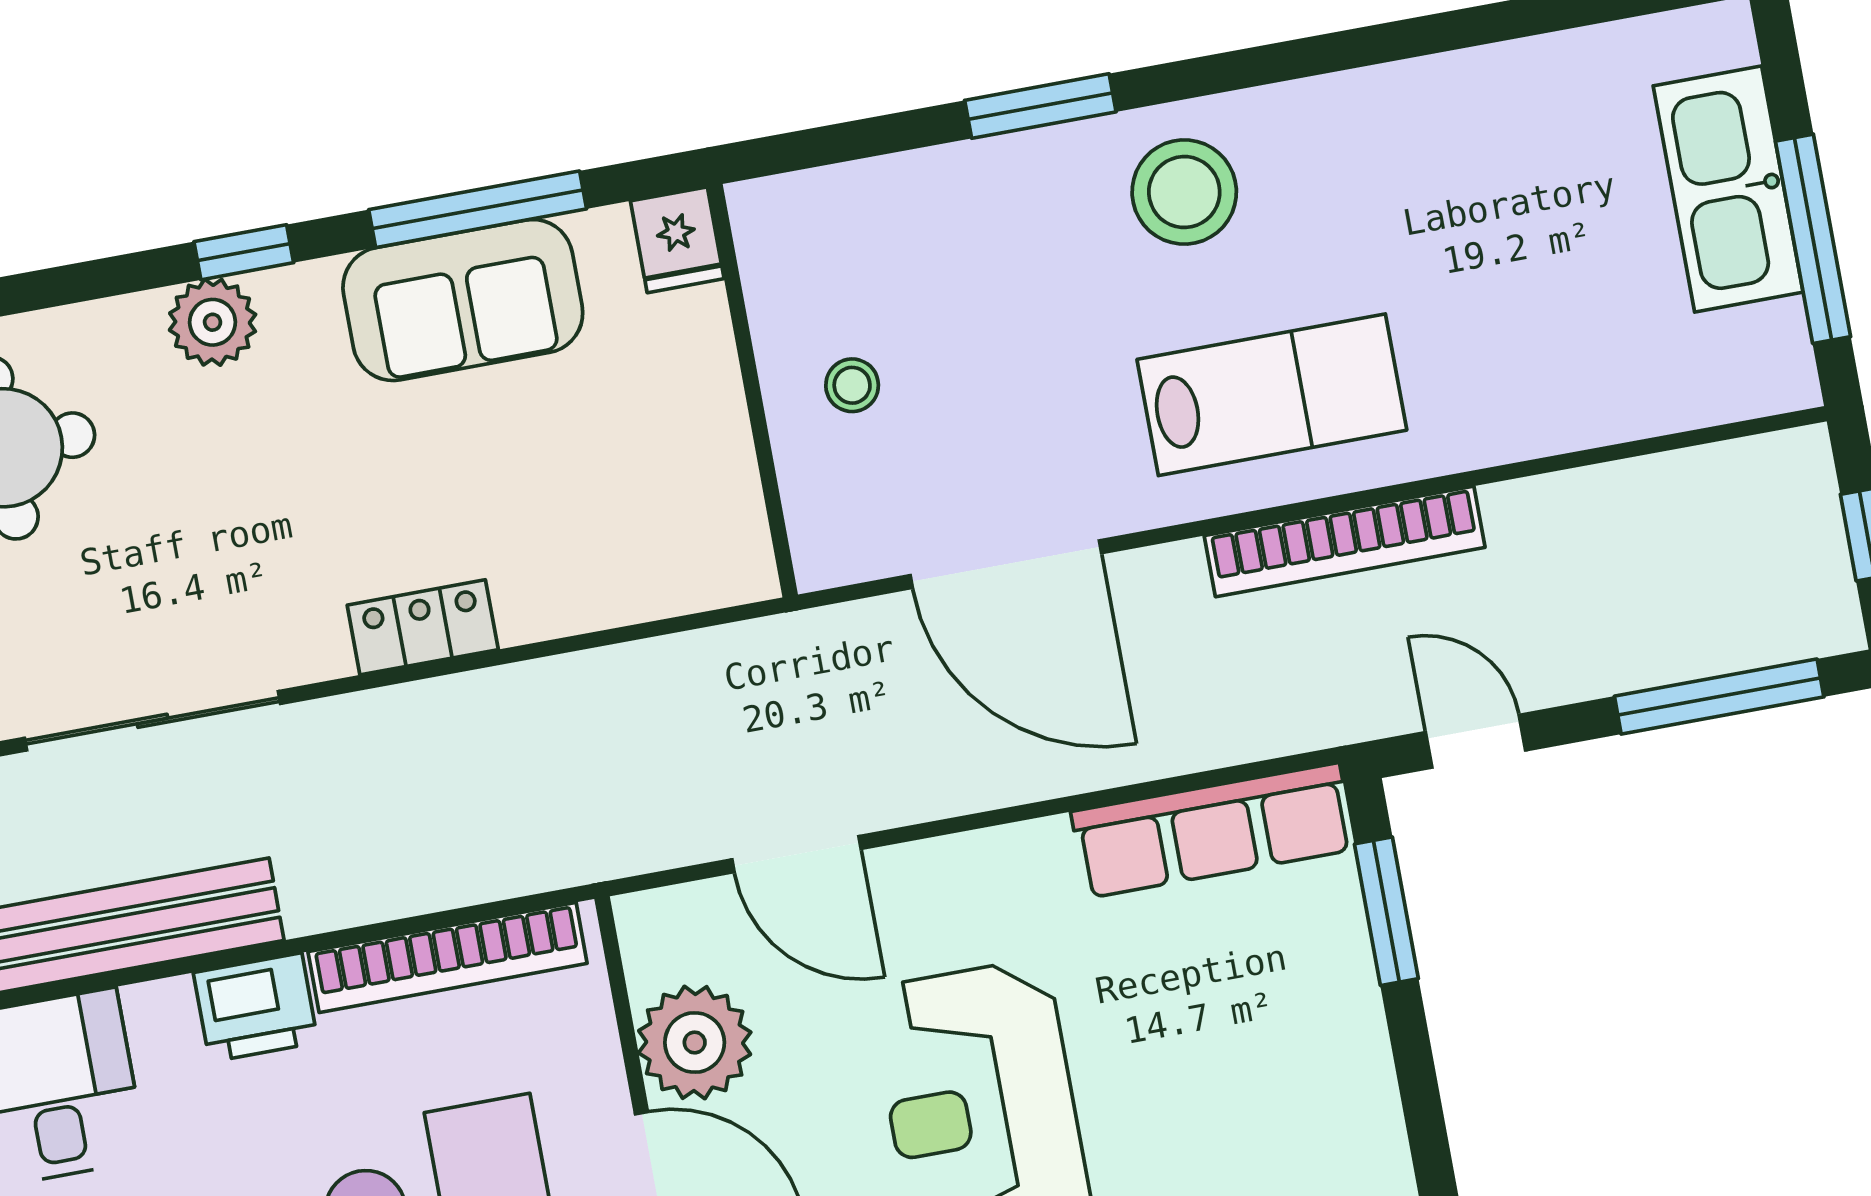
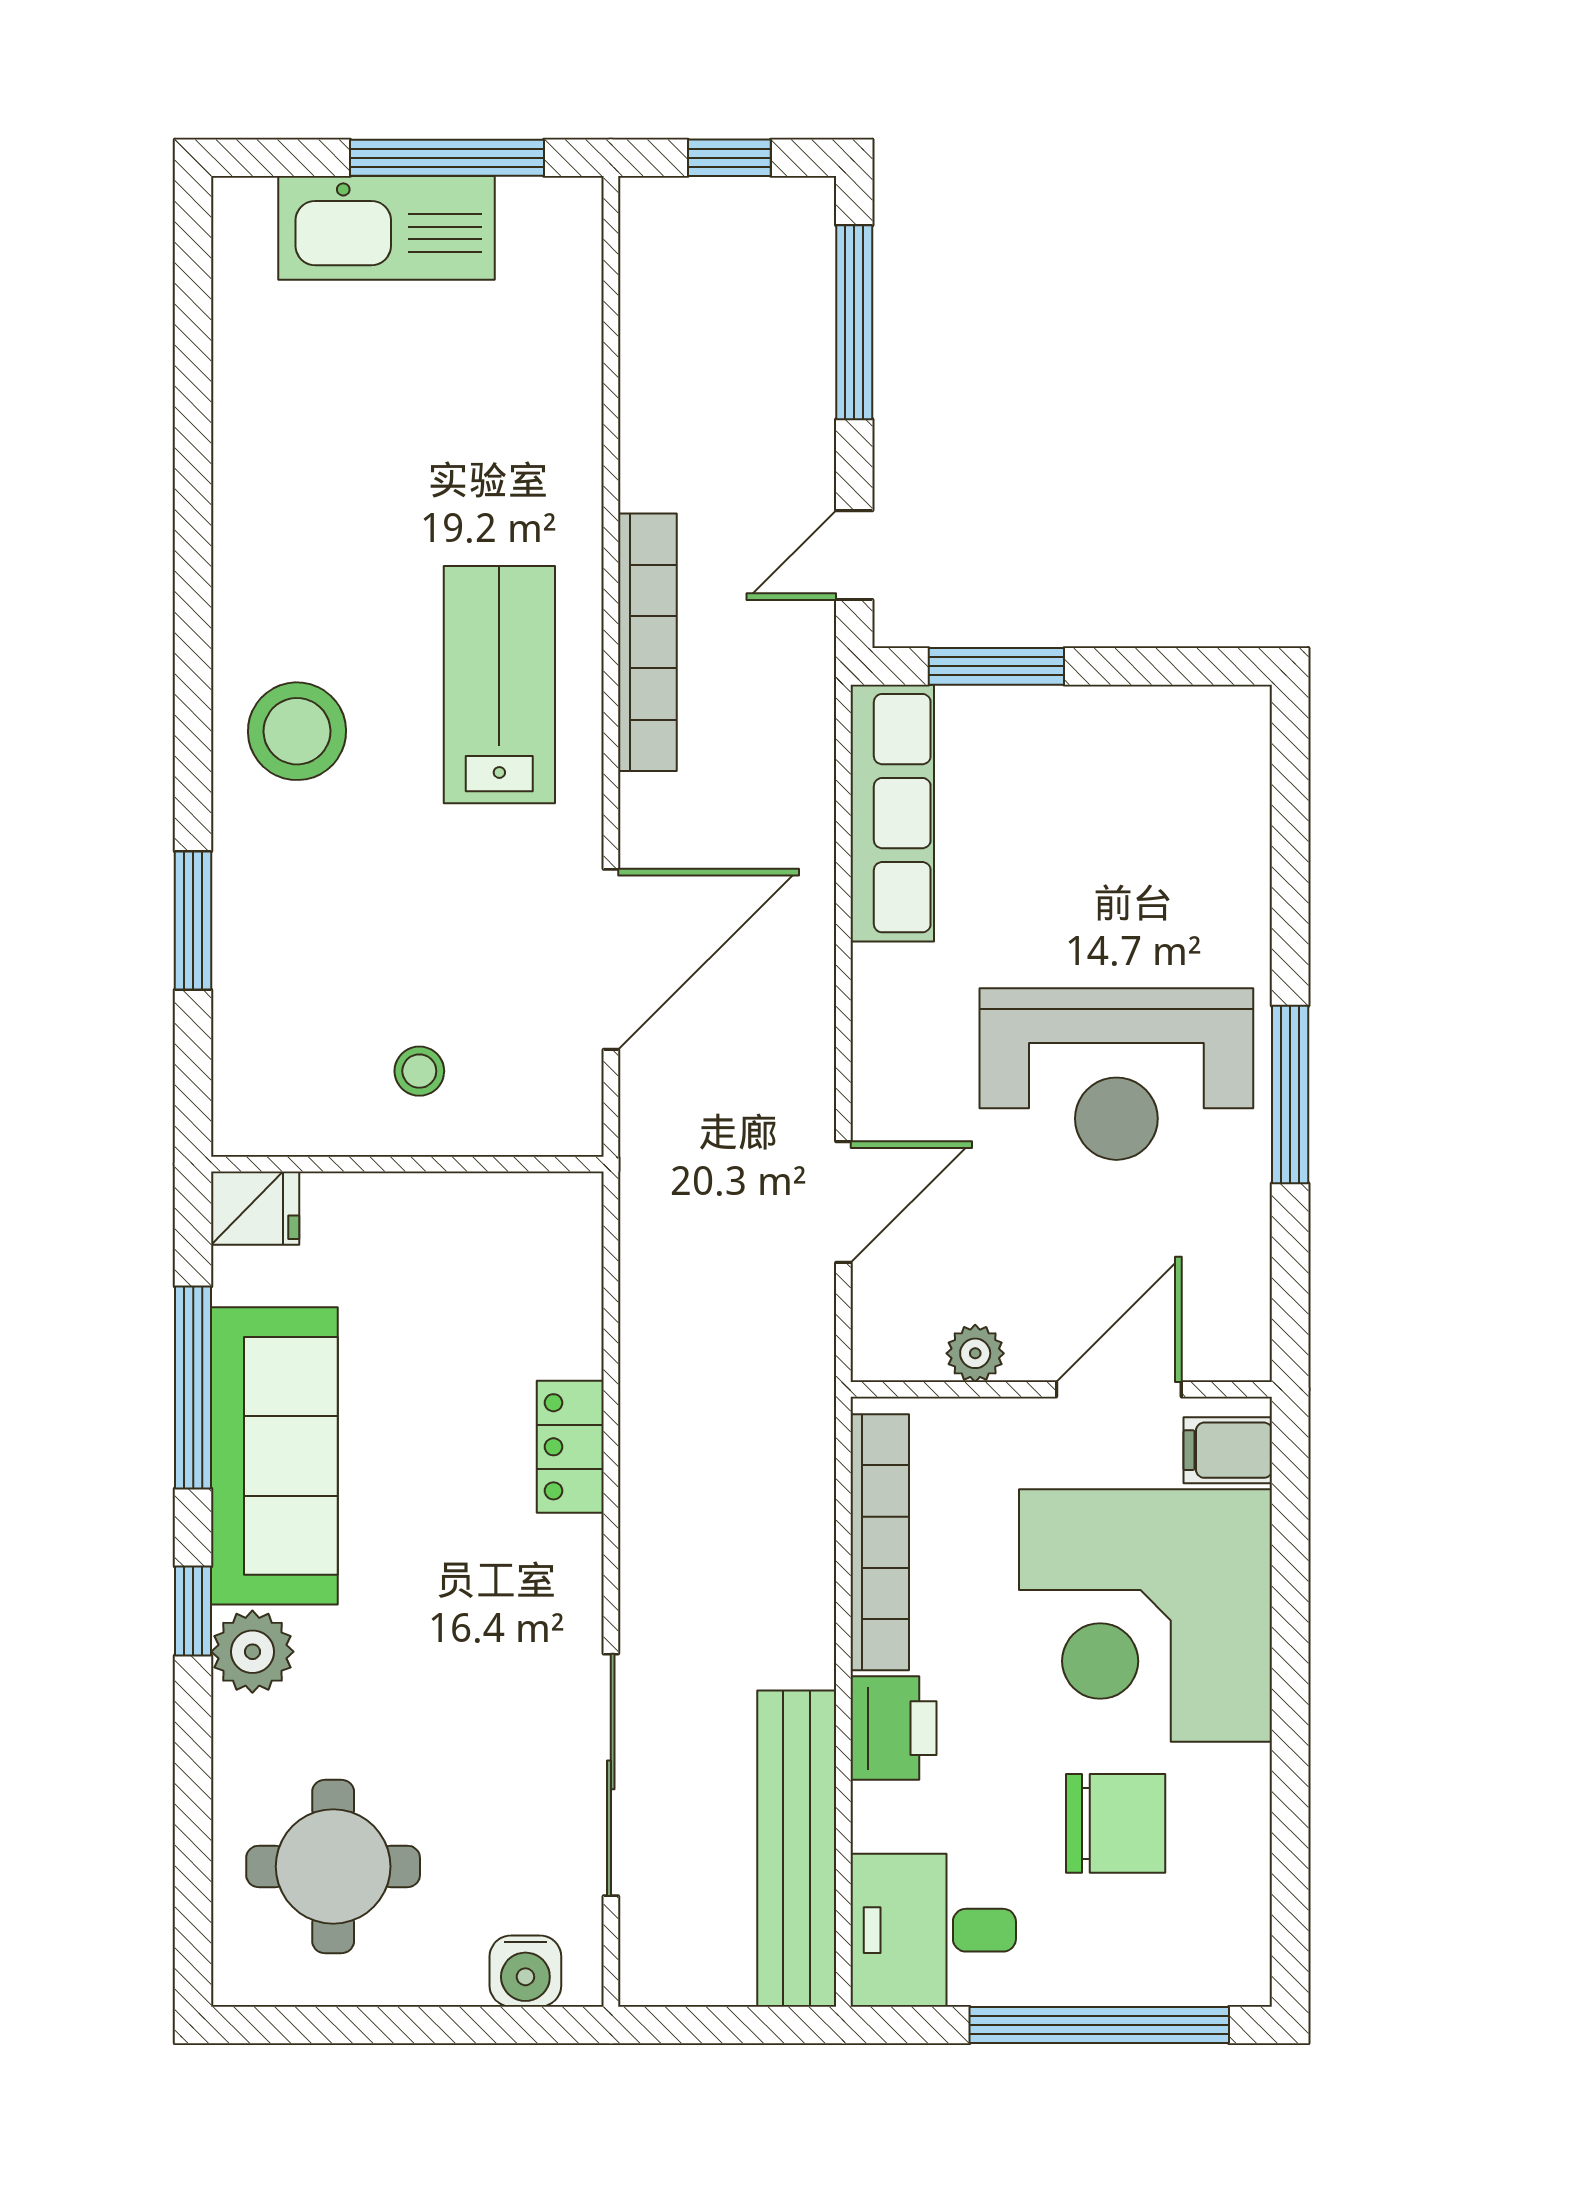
window: (1040, 106) -> (193, 921), moved
sofa: (463, 300) -> (274, 1456), width x1.36
locker: (423, 627) -> (570, 1447), moved
plant: (695, 1043) -> (975, 1353), width x0.53, depth x0.53

